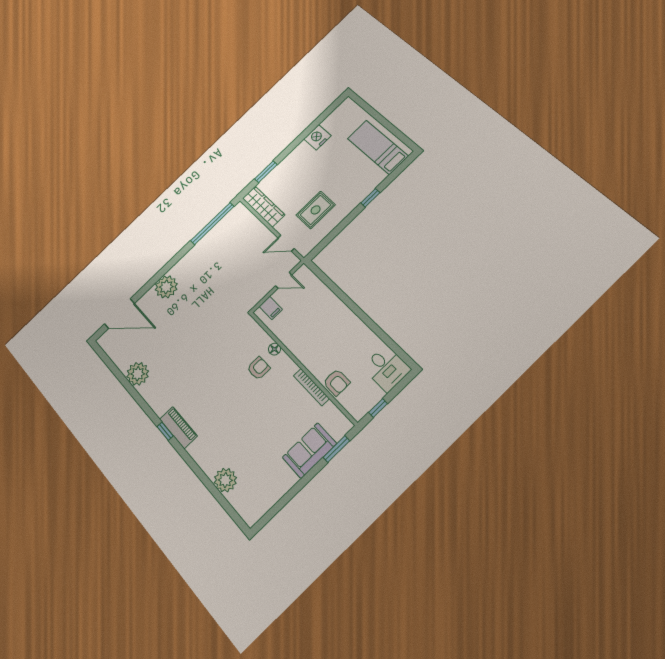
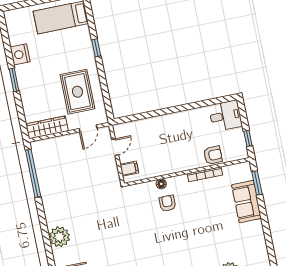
window: (266, 172) -> (14, 80), moved
rug: (316, 210) -> (77, 92), width x1.36, depth x1.43

